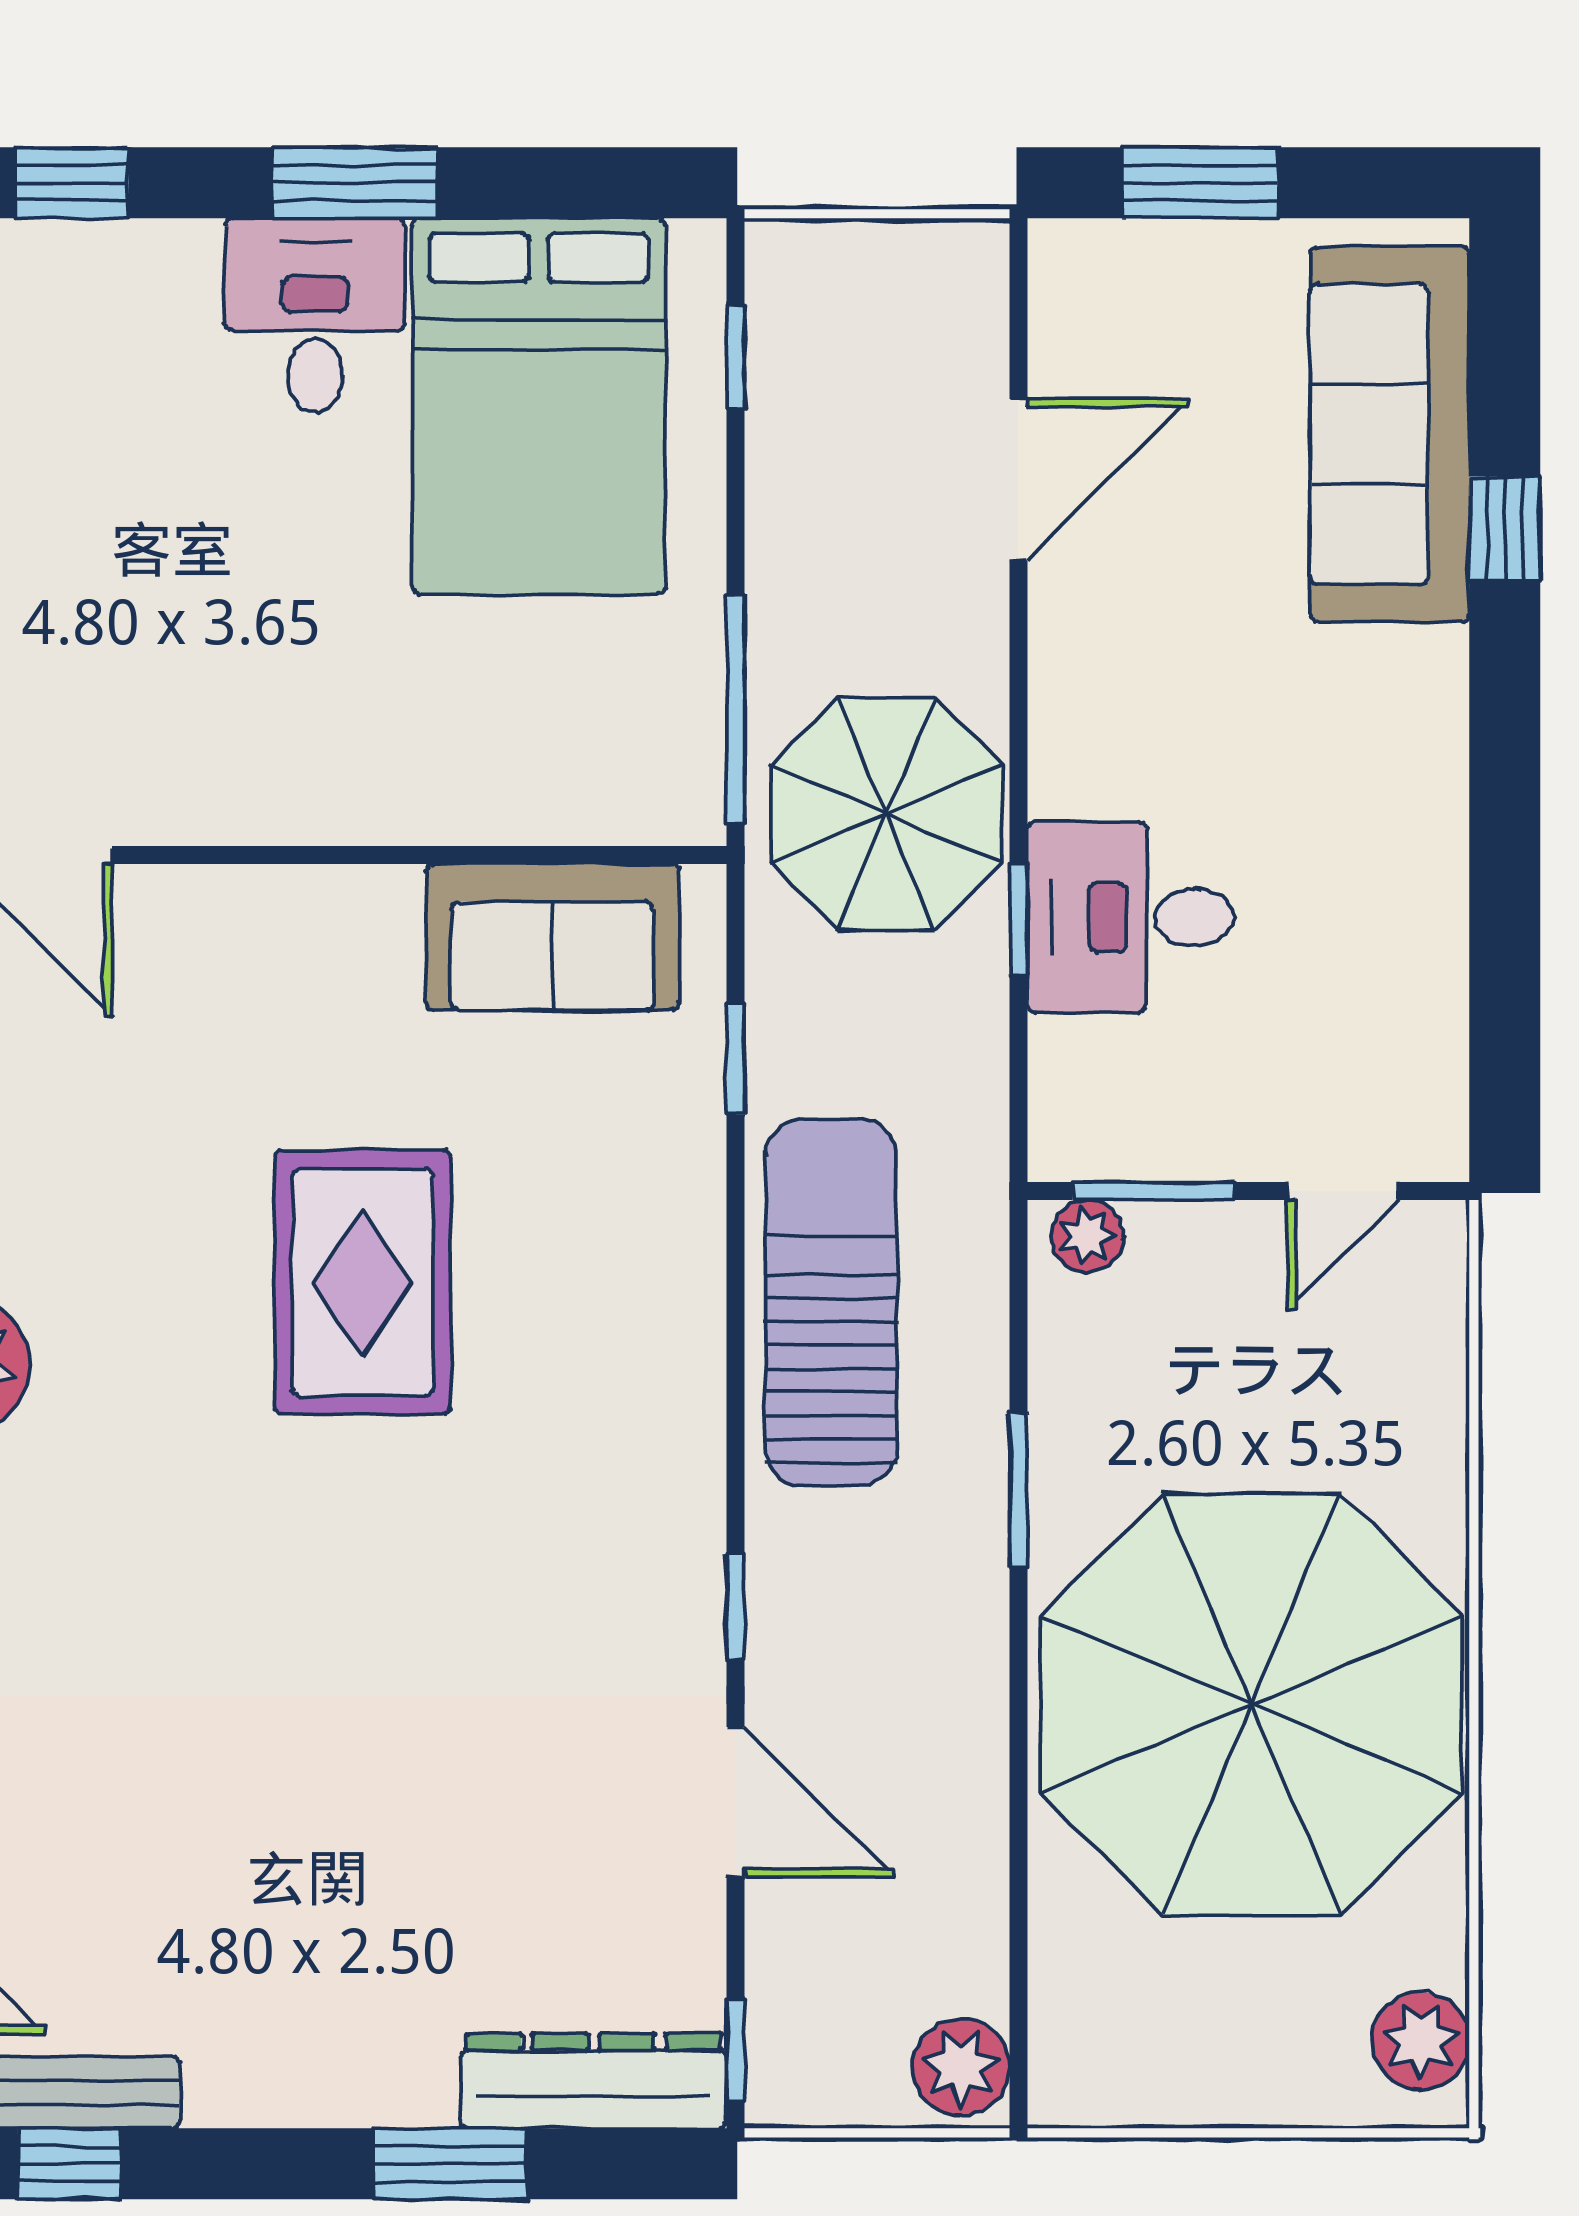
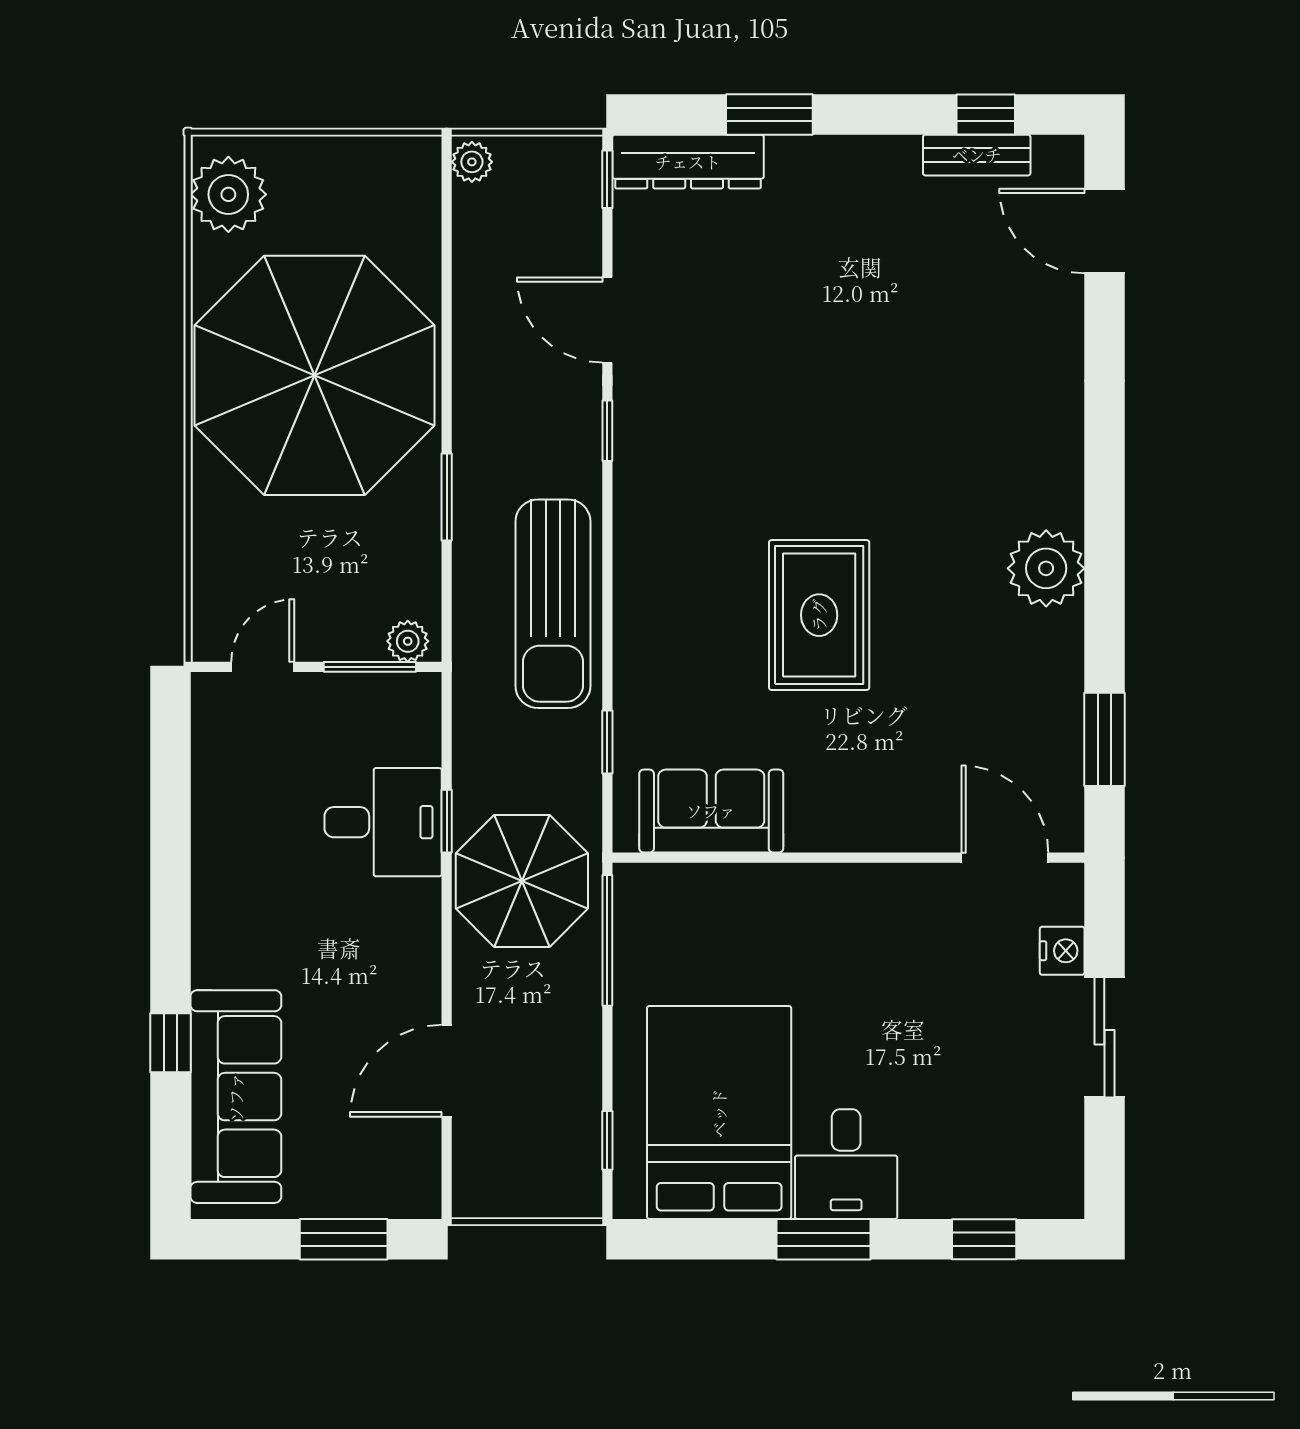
plant: (1421, 2041) -> (228, 194), width x1.36, depth x1.36
plant: (961, 2067) -> (472, 162), width x0.73, depth x0.73

